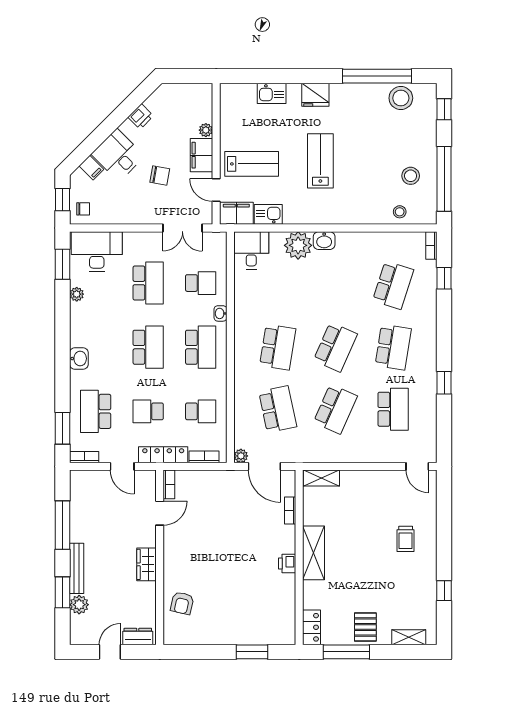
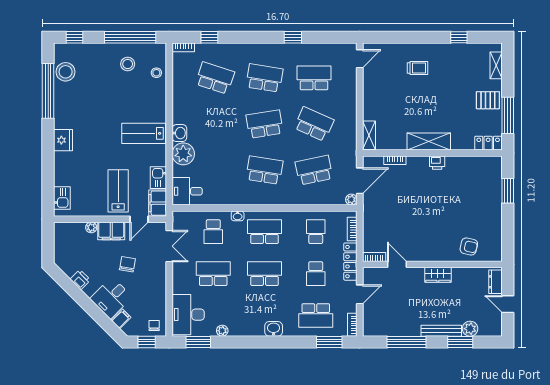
kitchen sink: (272, 93) -> (62, 198), moved
lab bench: (320, 161) -> (144, 133), moved
school desk: (201, 283) -> (213, 232), turned 180
school desk: (335, 347) -> (264, 124), turned -33

